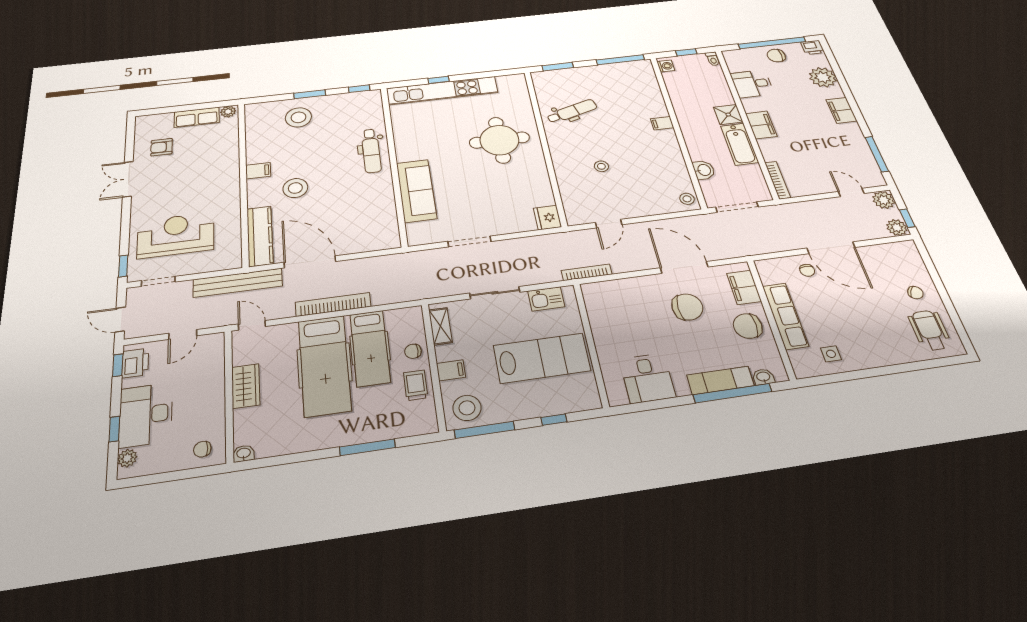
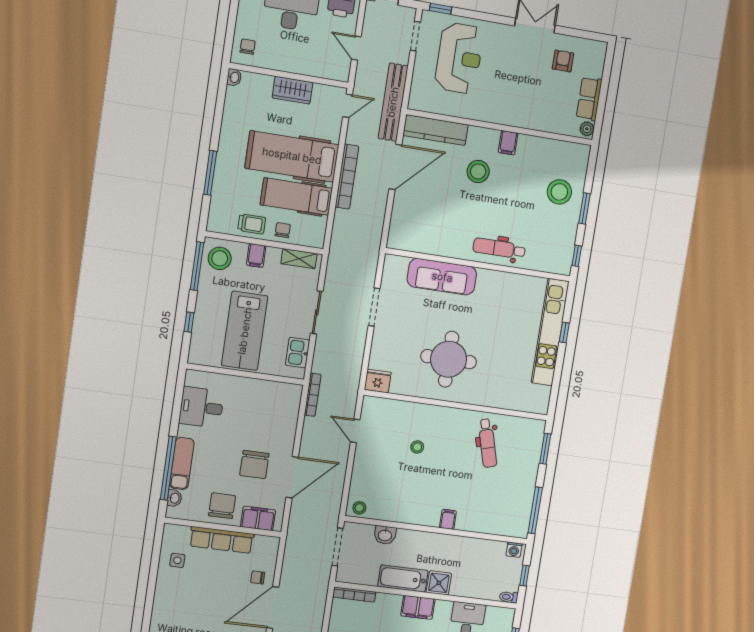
round table: (499, 140) -> (449, 359), moved

